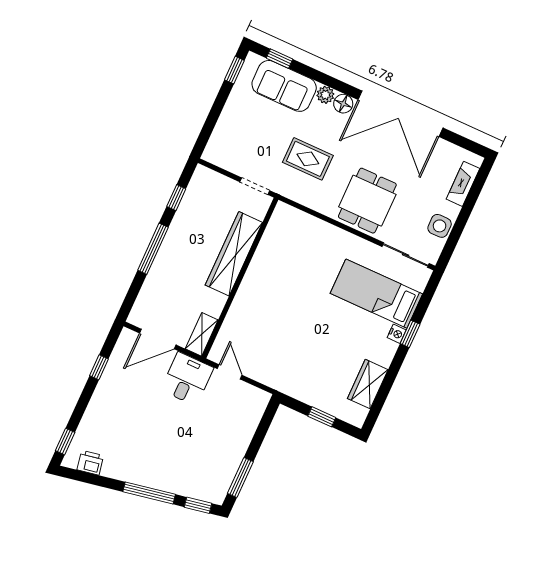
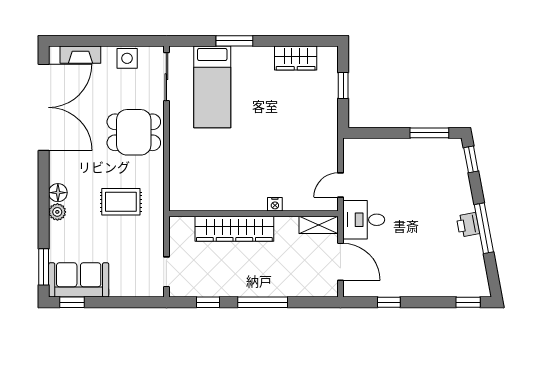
window: (280, 59) -> (44, 267), width x1.50
sofa: (284, 86) -> (79, 280), moved, turned -90
double door: (400, 114) -> (44, 107), moved
rug: (308, 159) -> (121, 202), turned 90
doorway: (255, 186) -> (166, 272), moved
nightstand: (397, 334) -> (275, 204), moved, turned 180
window: (410, 334) -> (234, 41), width x1.50
printer: (90, 463) -> (468, 225), moved
window: (149, 493) -> (484, 228), moved

